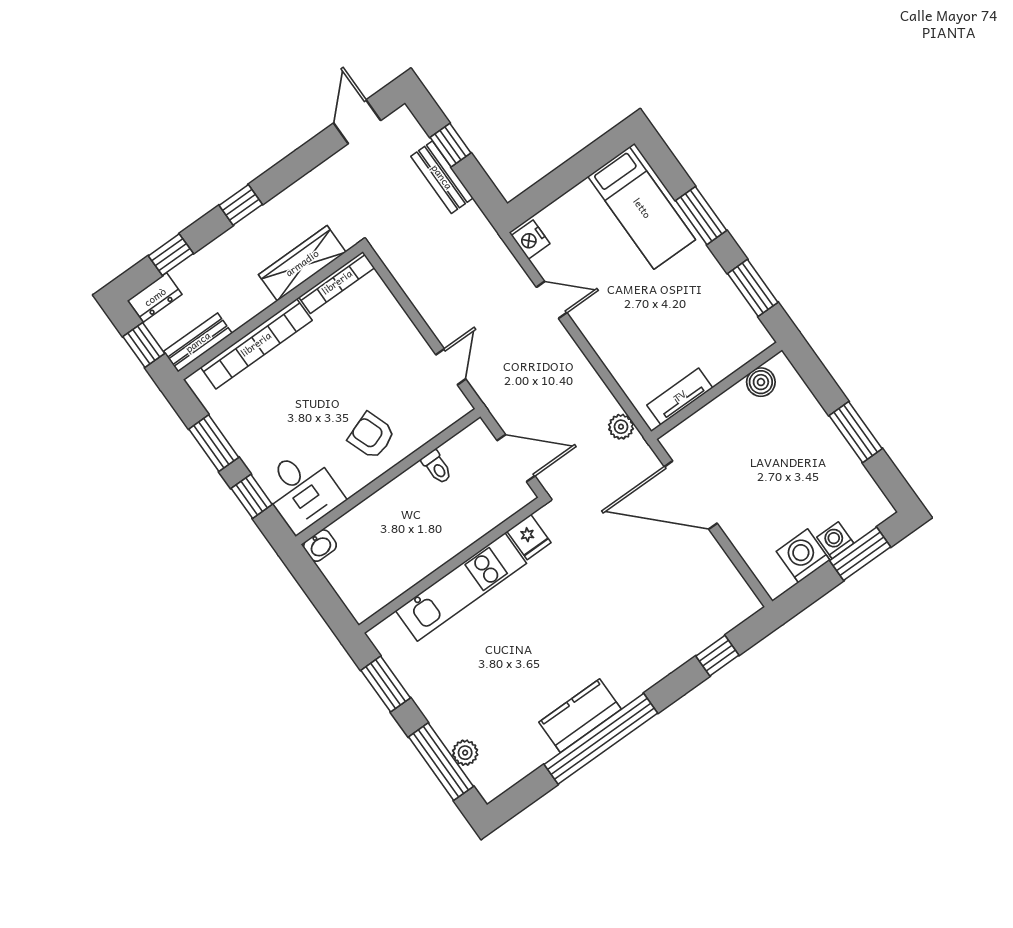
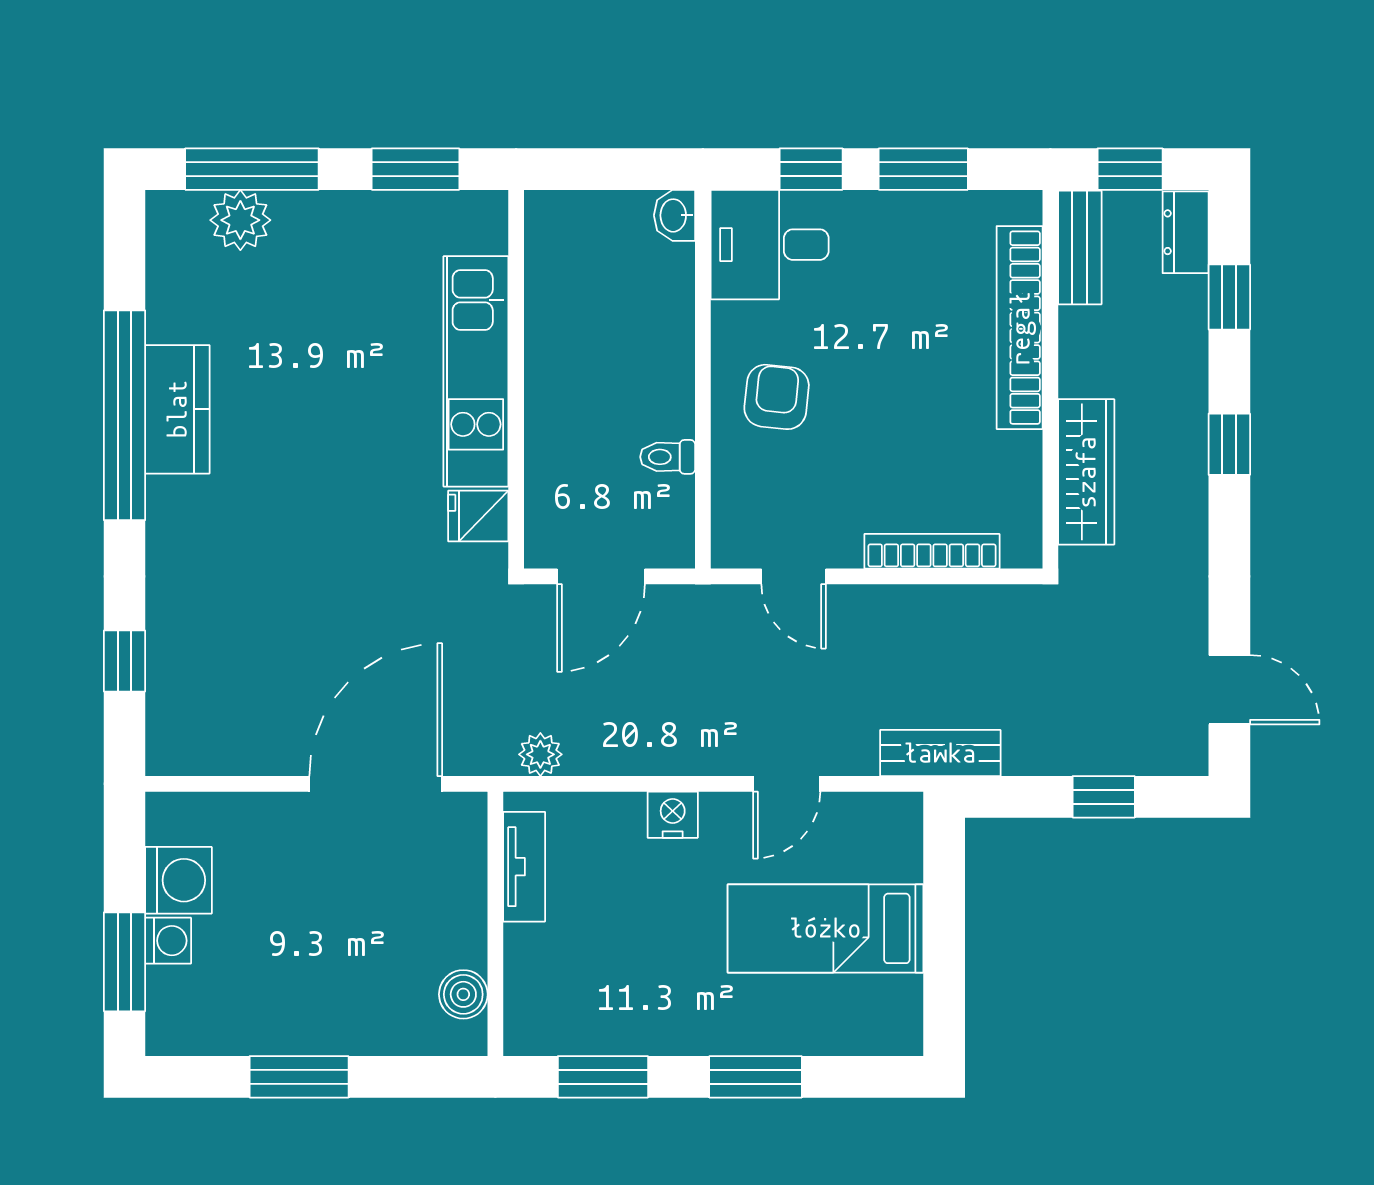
bench: (442, 177) -> (940, 753), moved
bed: (642, 208) -> (825, 928), moved
nightstand: (531, 240) -> (673, 815), moved
bookcase: (337, 282) -> (932, 551), moved, turned 90
armchair: (371, 436) -> (777, 397), turned -64
plant: (465, 753) -> (240, 220), width x1.38, depth x1.38

